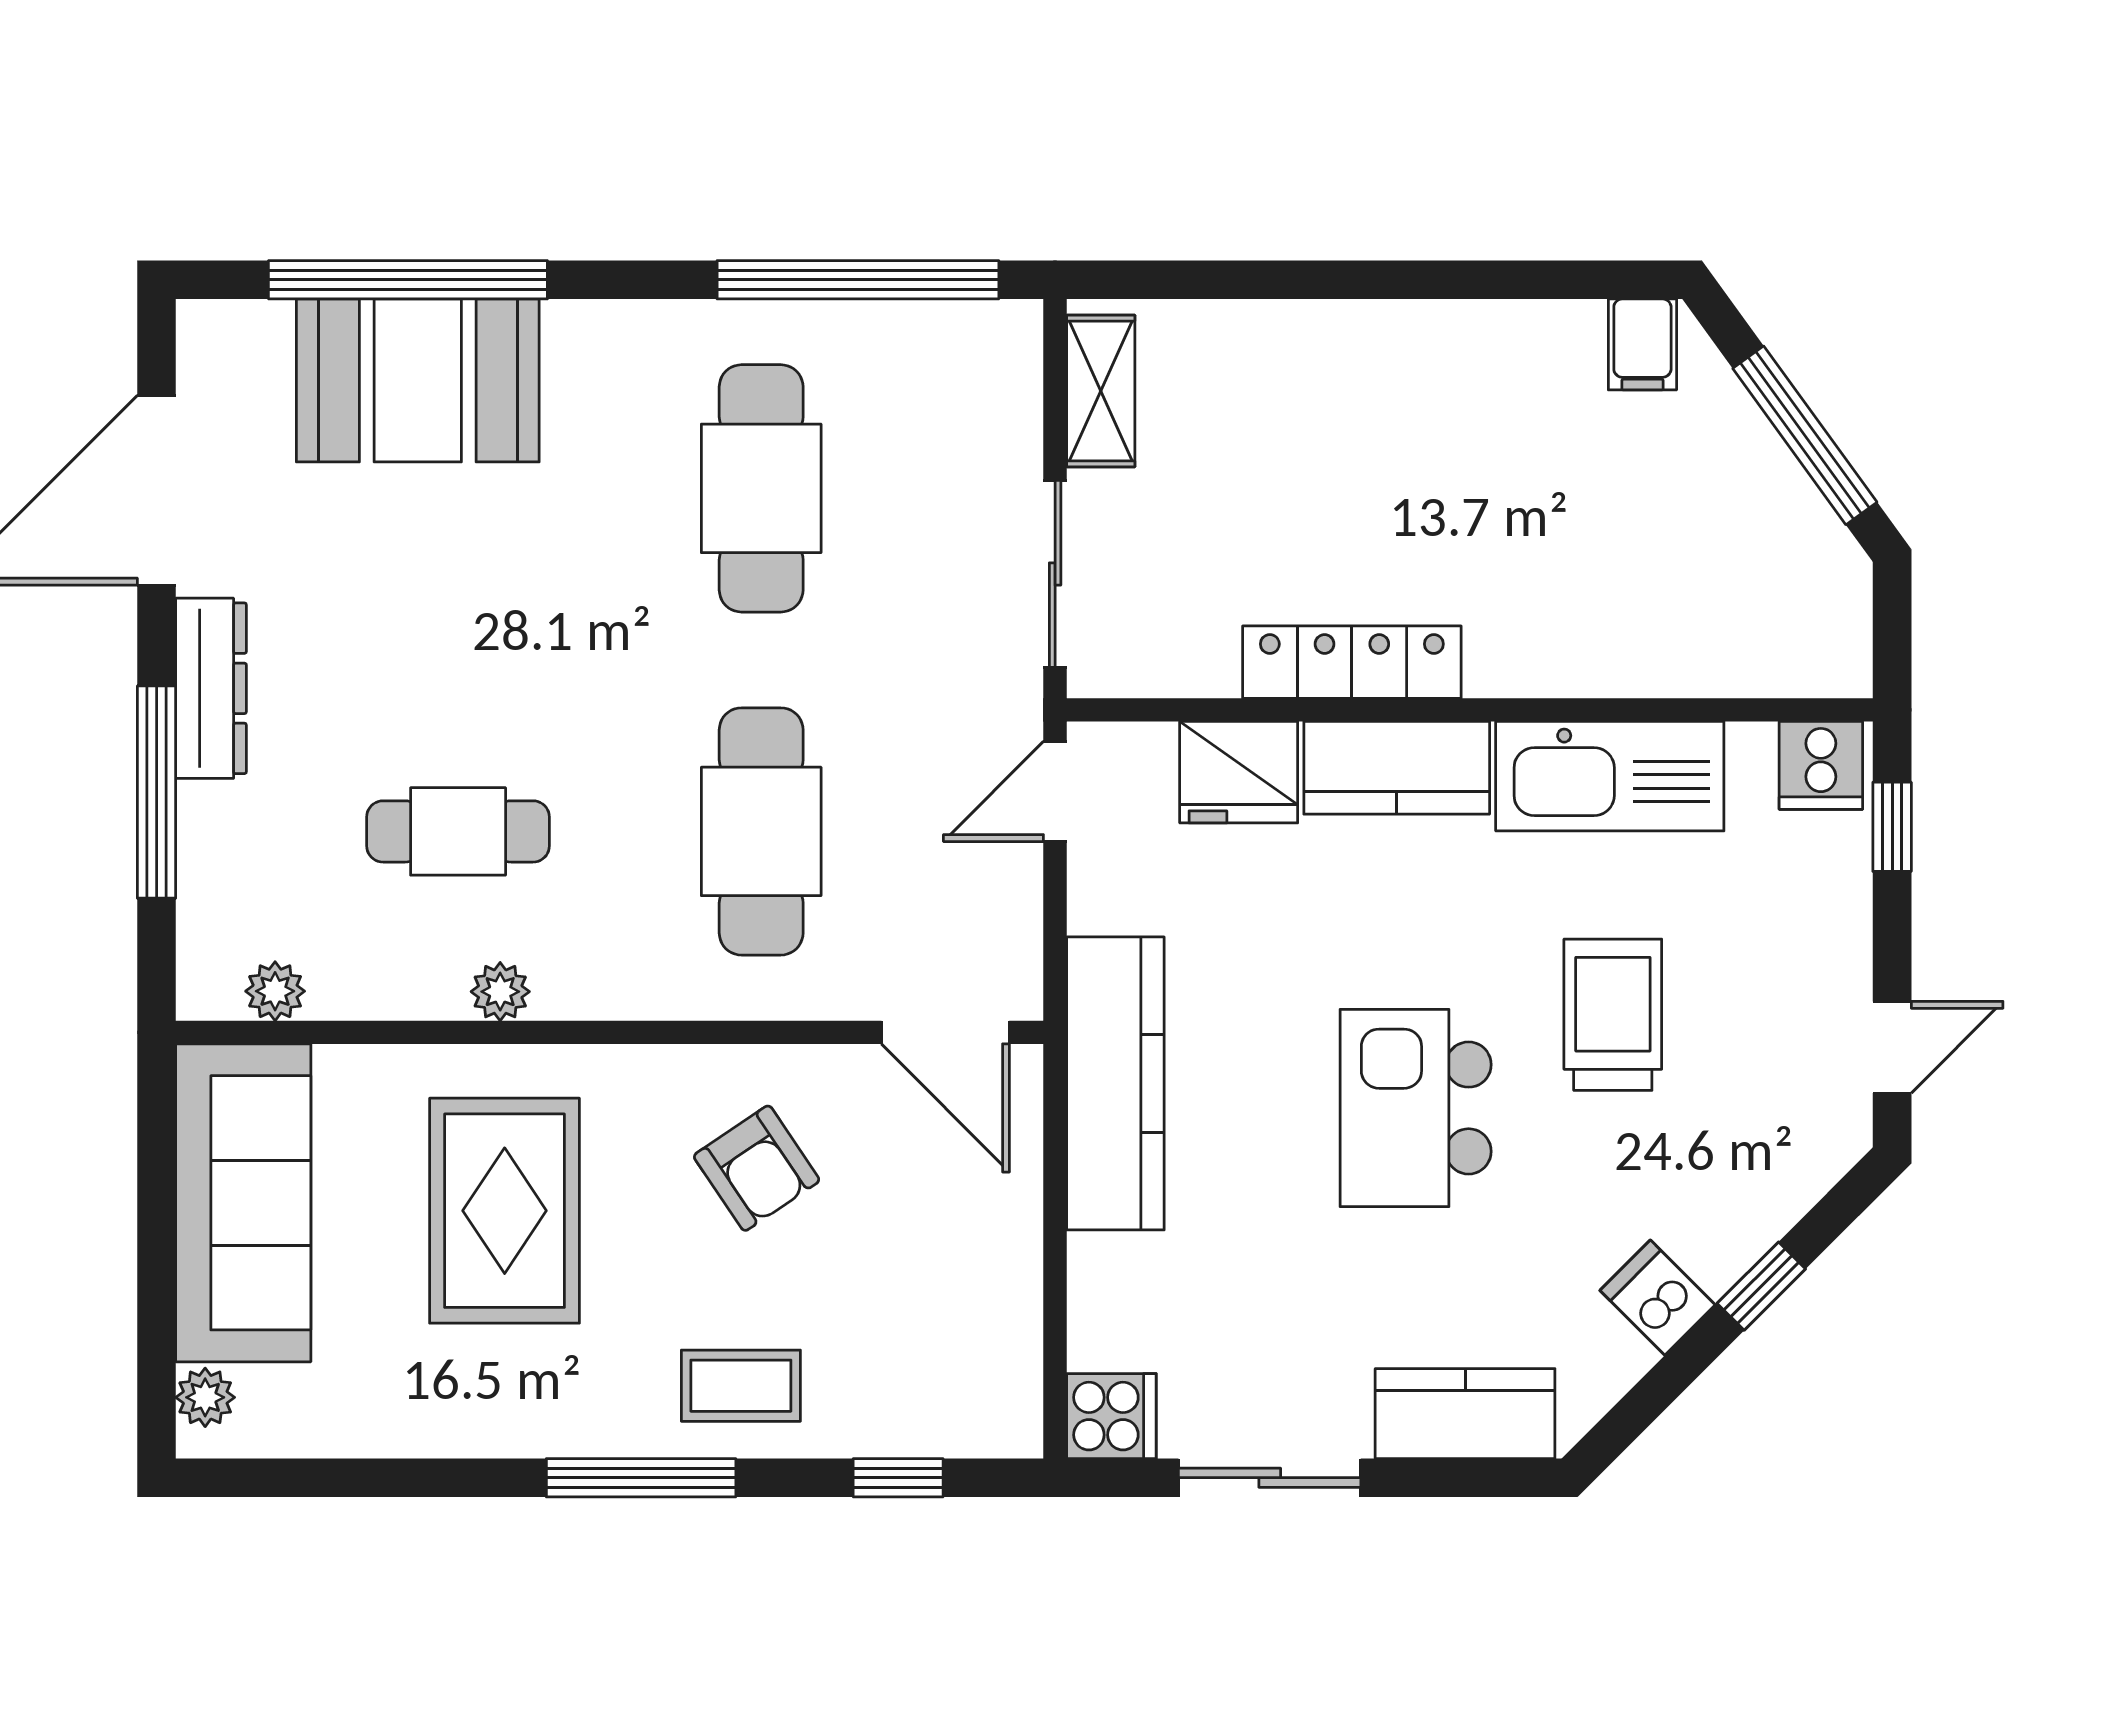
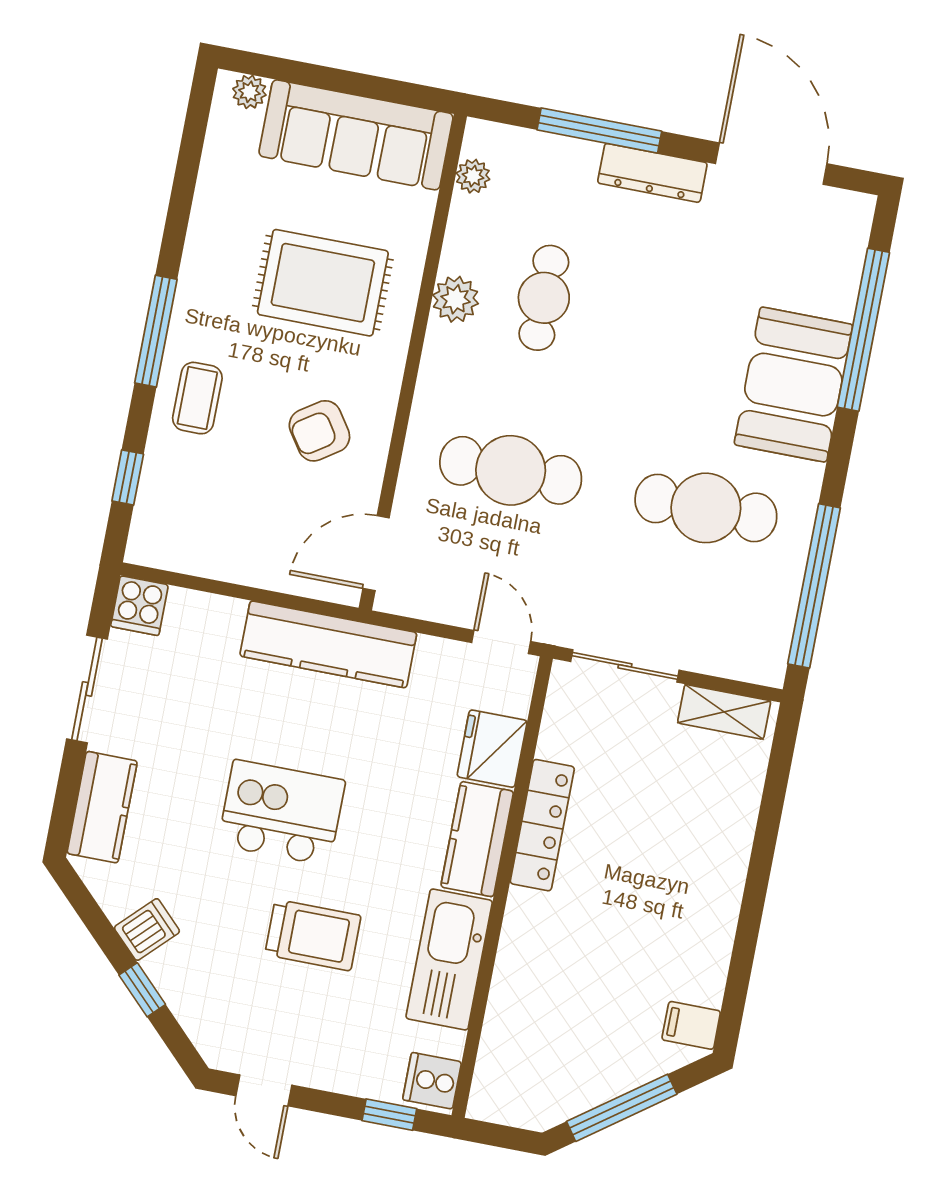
booth: (418, 380) -> (793, 385), moved
plant: (500, 992) -> (456, 299), width x1.38, depth x1.38

